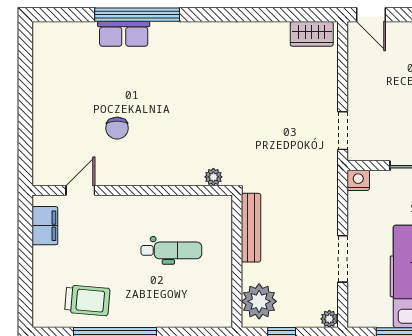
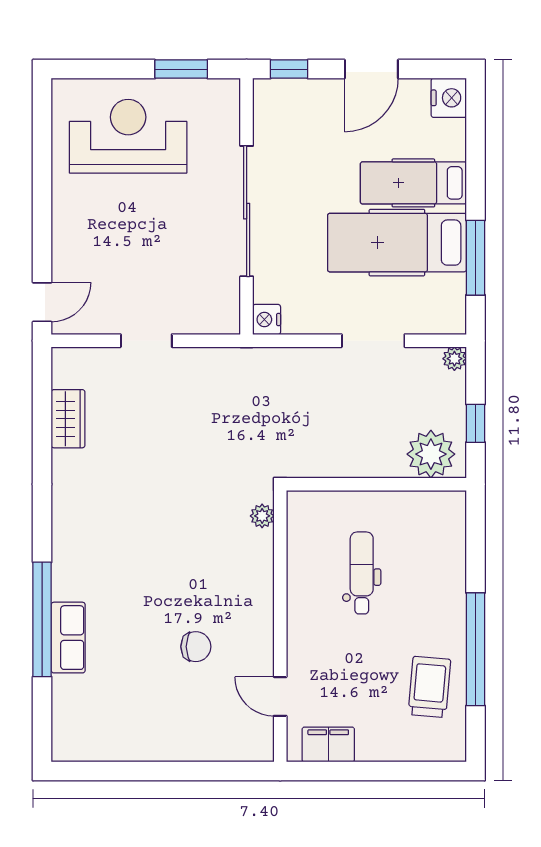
wardrobe: (312, 34) -> (68, 419), moved
doorway: (343, 131) -> (146, 341), moved
bench: (251, 228) -> (331, 465), removed

